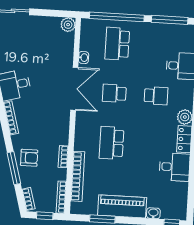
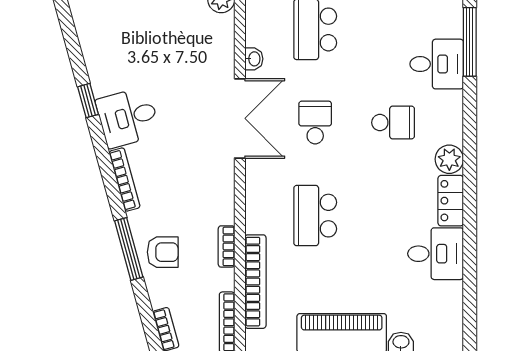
school desk: (114, 93) -> (315, 123), turned 90
window: (14, 168) -> (129, 249), moved

